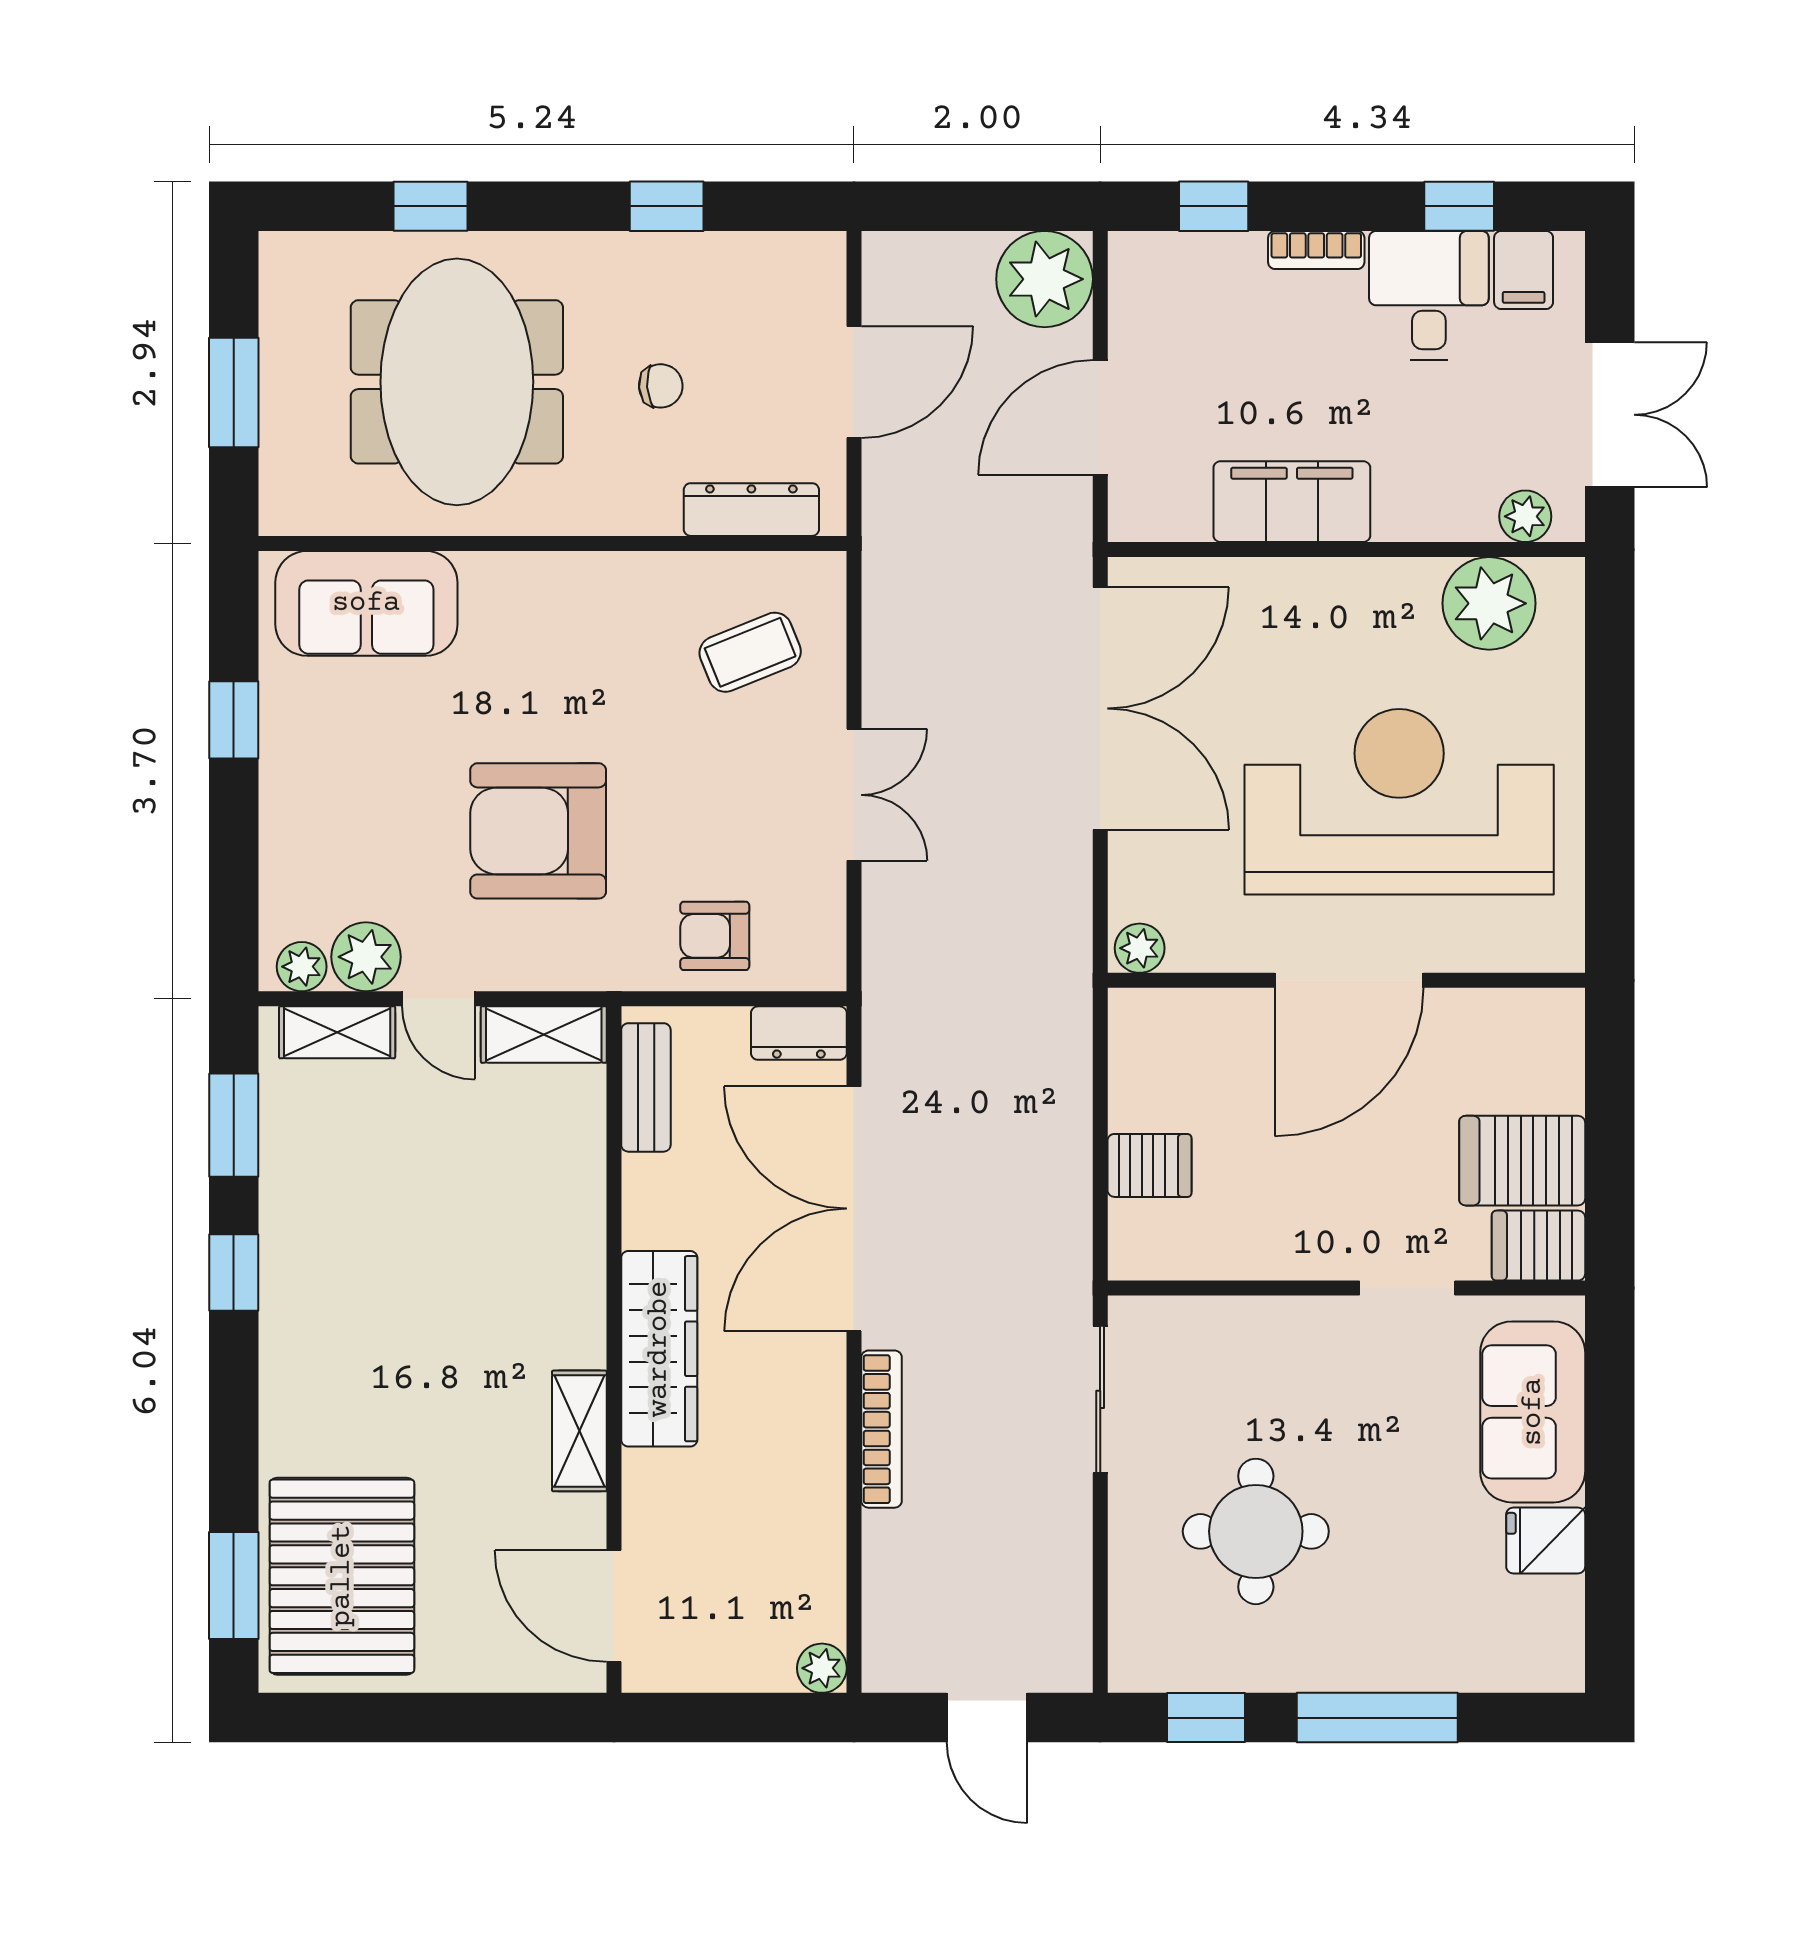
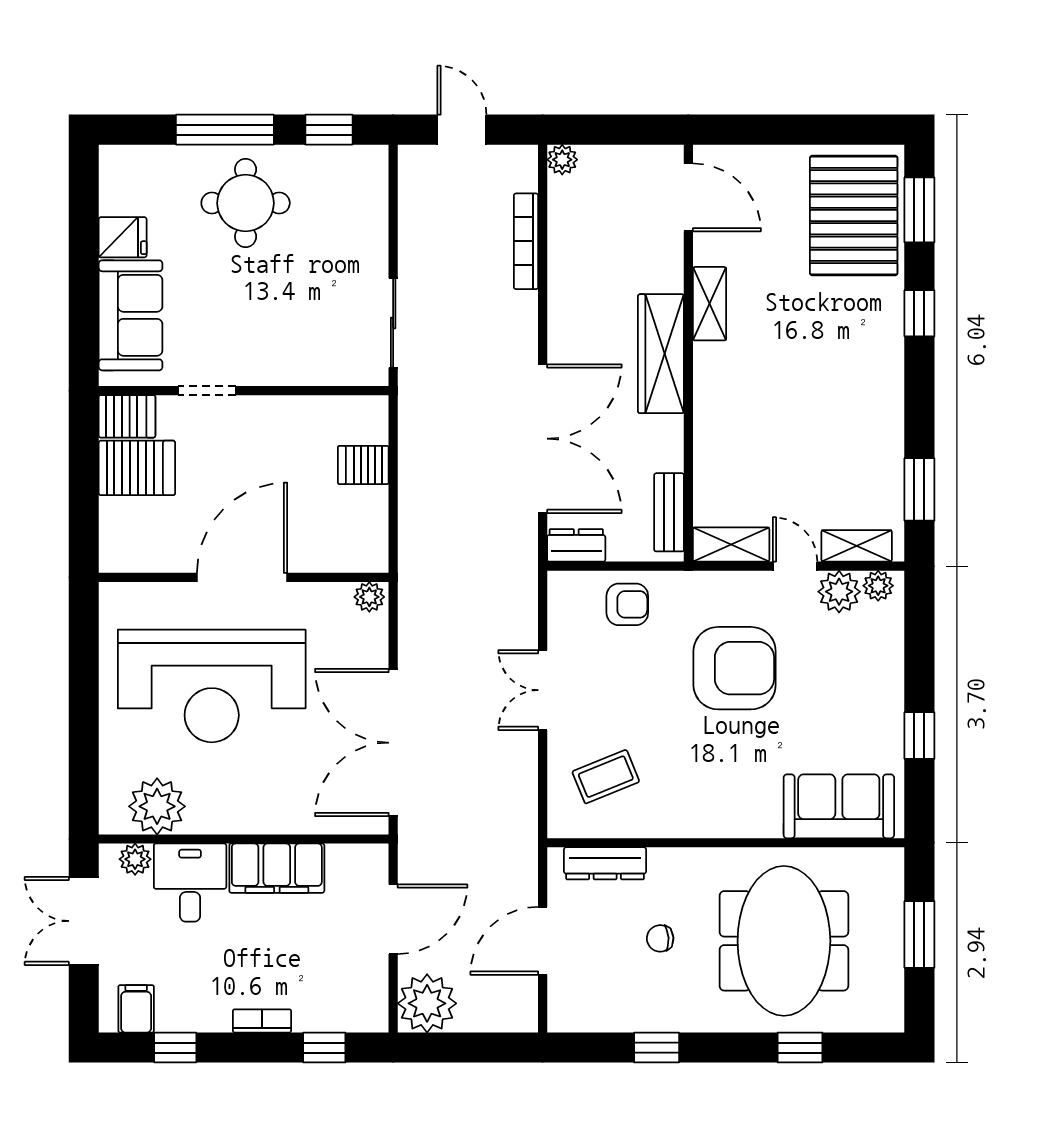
desk: (1429, 295) -> (190, 883), moved, turned 180
window: (234, 1272) -> (919, 313), moved
bookcase: (882, 1429) -> (526, 241), moved
round table: (1256, 1531) -> (246, 203), moved

